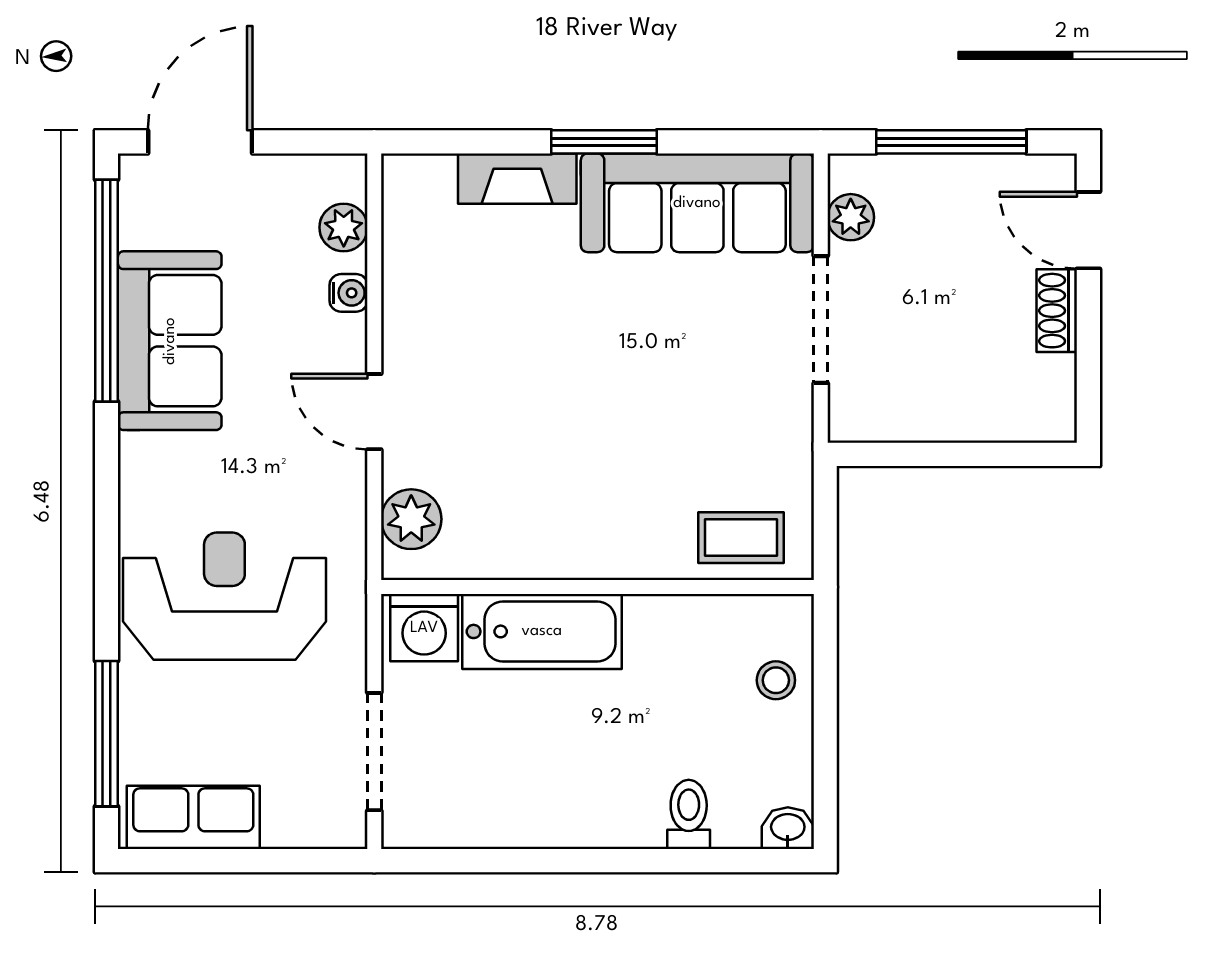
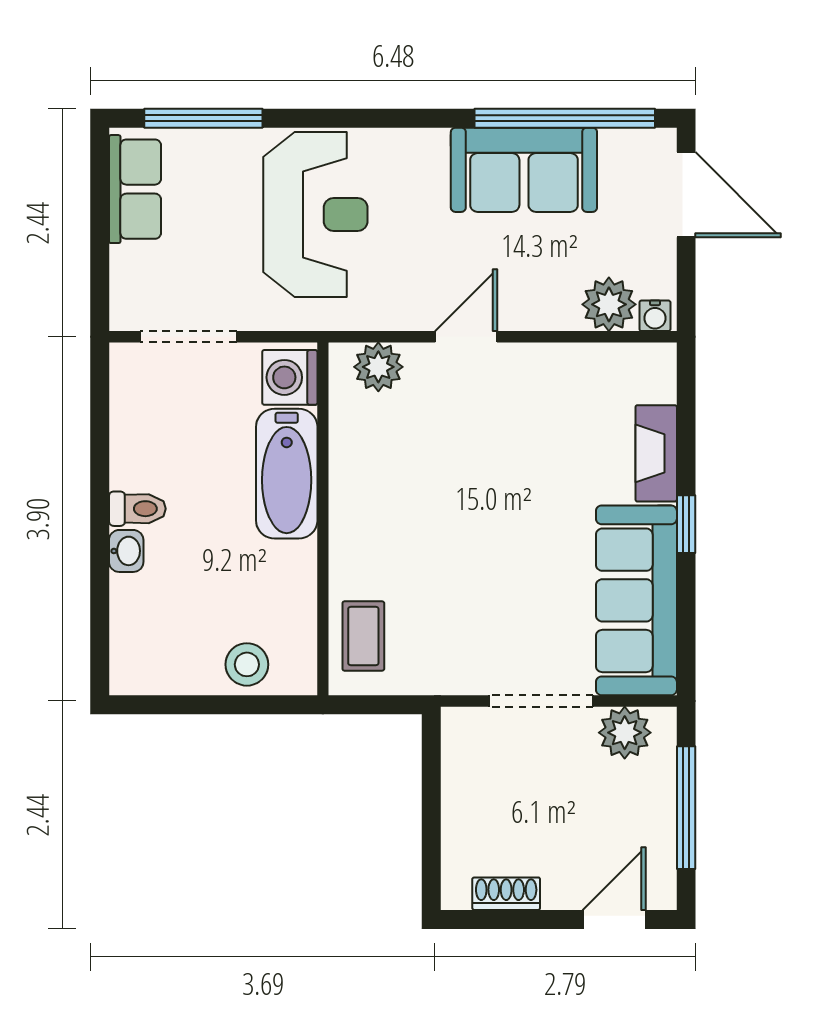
window: (604, 142) -> (686, 524), width x0.67
plant: (851, 217) -> (625, 733), width x1.38, depth x1.38
plant: (344, 227) -> (609, 304), width x1.38, depth x1.38
water cooler: (349, 293) -> (655, 316), moved
shoe rack: (1057, 311) -> (506, 894), moved
stool: (776, 680) -> (247, 664), width x1.37, depth x1.37
toilet: (689, 814) -> (137, 509), moved
washbasin: (788, 828) -> (126, 551), moved

